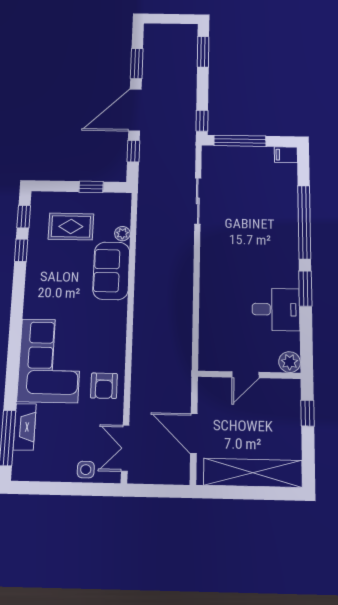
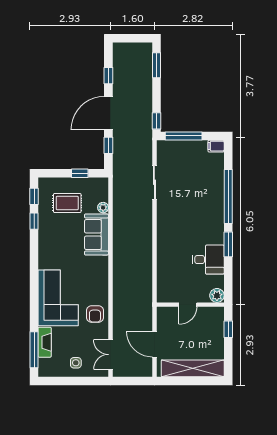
window: (137, 63) -> (108, 76), width x0.67
side table: (86, 470) -> (76, 363), moved

